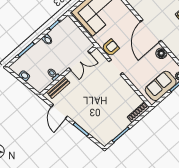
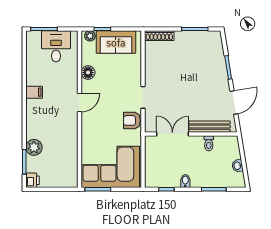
door: (151, 31) -> (80, 103), width x0.53
bench: (58, 87) -> (209, 127), width x1.36

